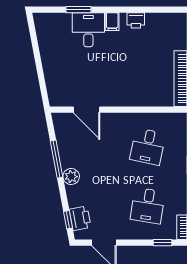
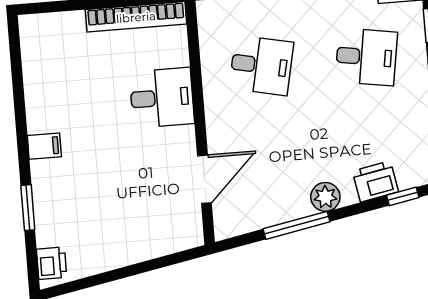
printer: (136, 20) -> (52, 263), moved
desk: (88, 30) -> (162, 98), moved, turned 180
printer: (80, 218) -> (375, 181), moved

